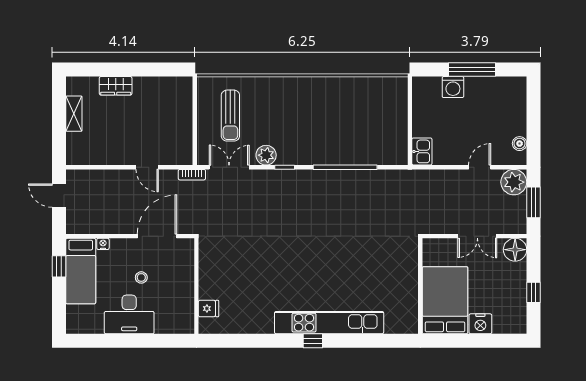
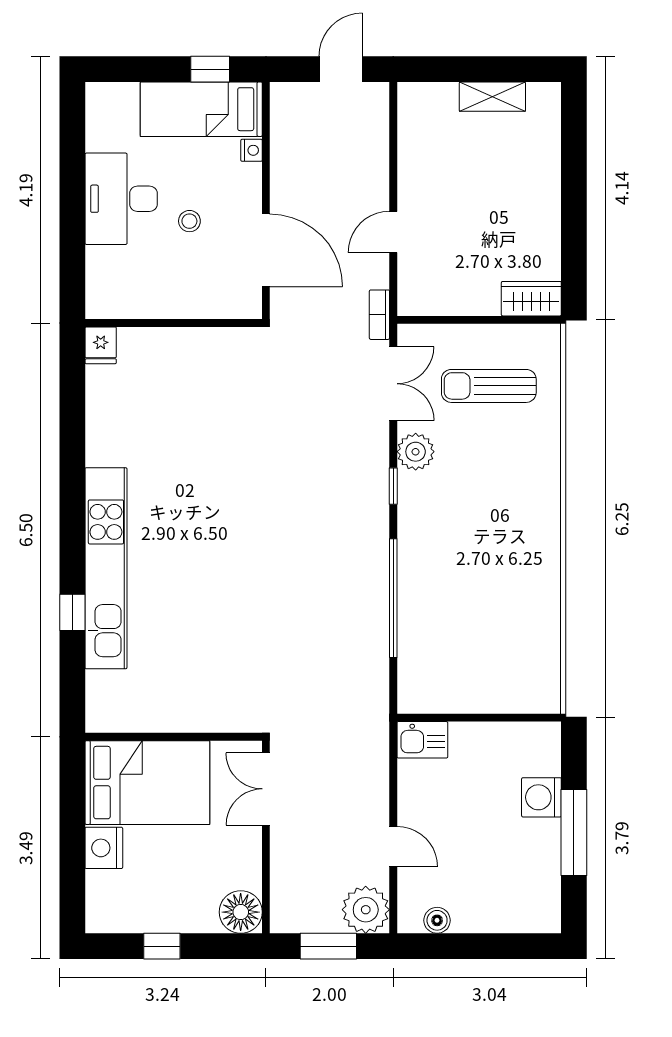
wardrobe: (116, 86) -> (531, 299), moved, turned 90
double door: (477, 236) -> (266, 789), moved
fridge: (208, 309) -> (101, 345), moved
window: (313, 341) -> (72, 612), moved

